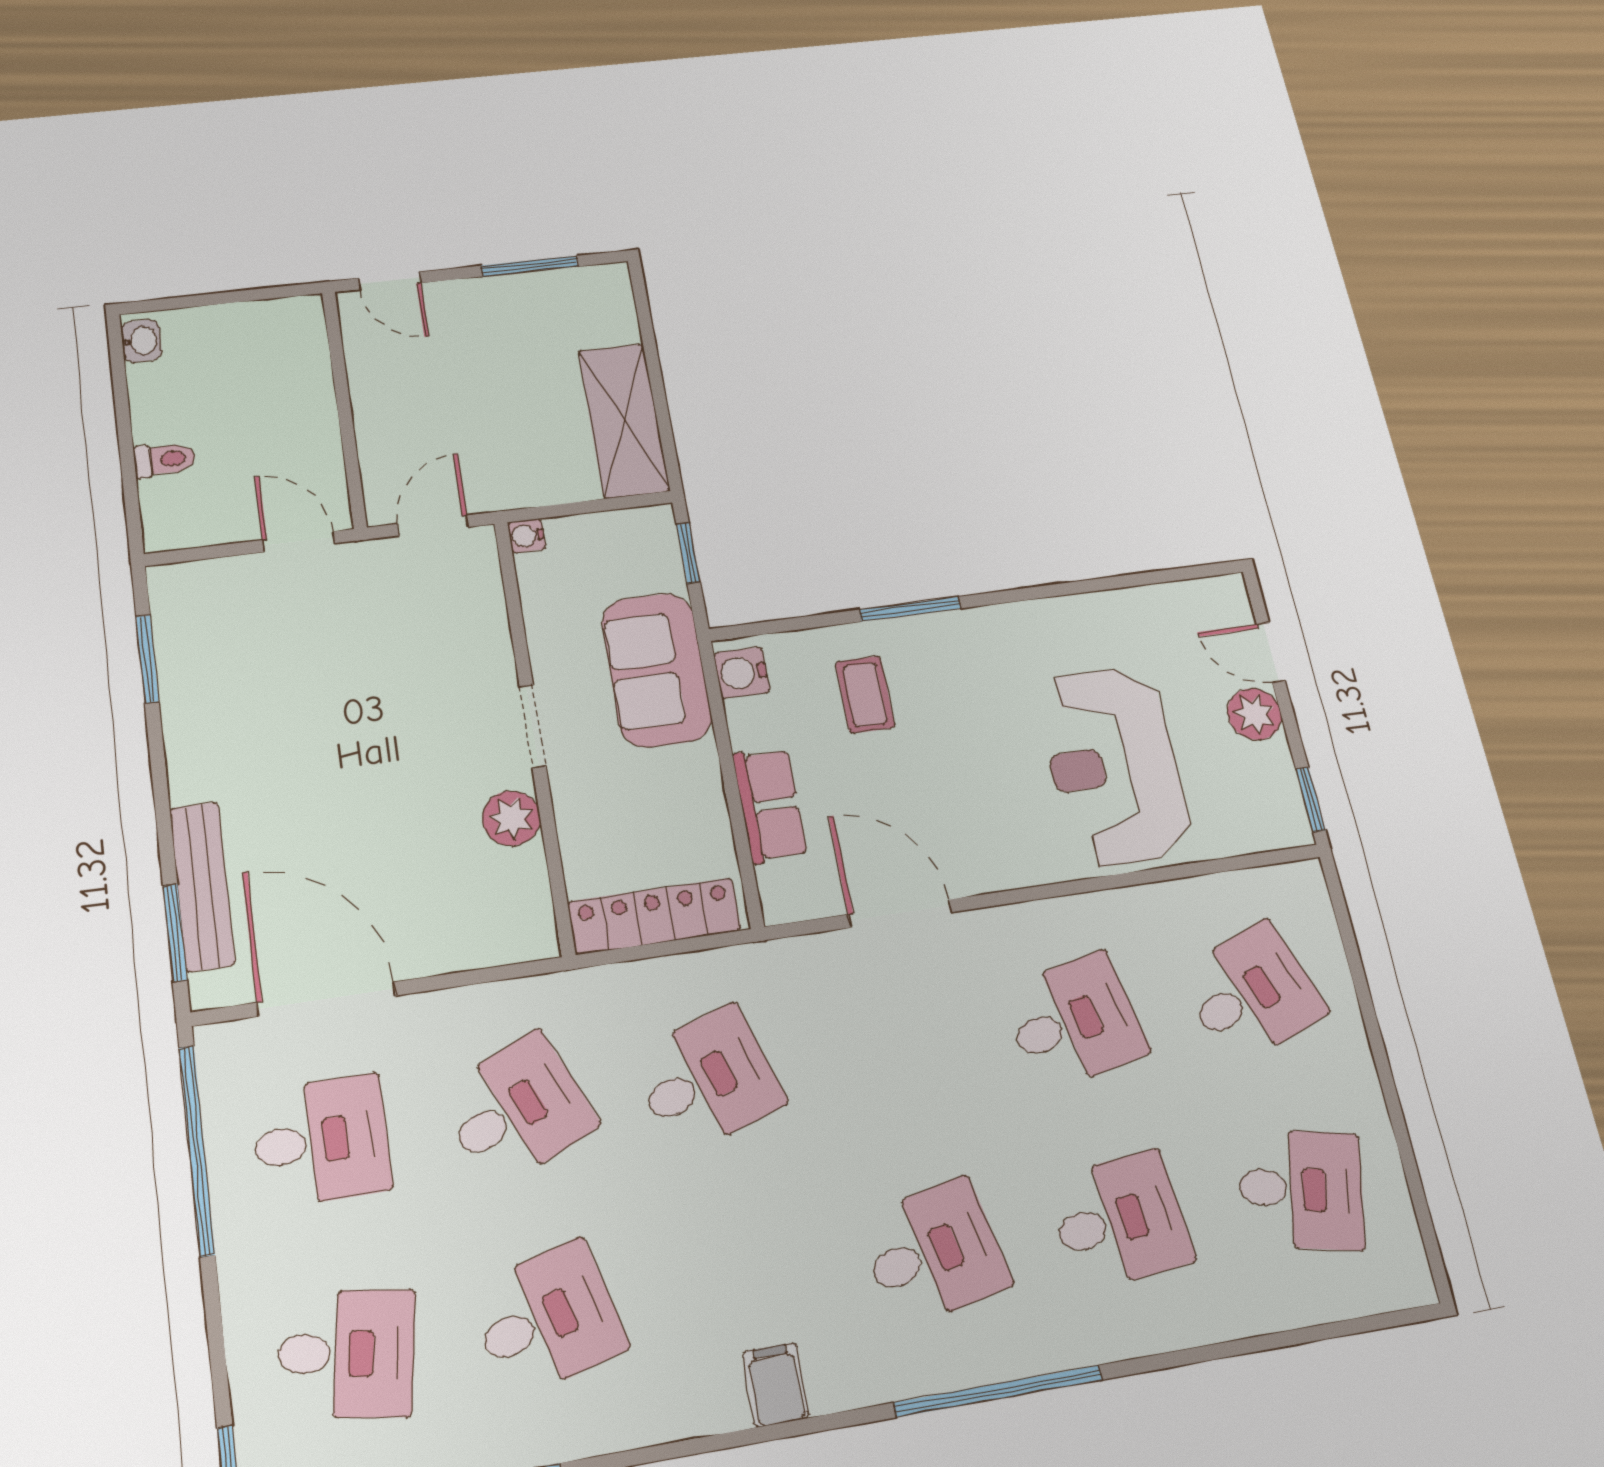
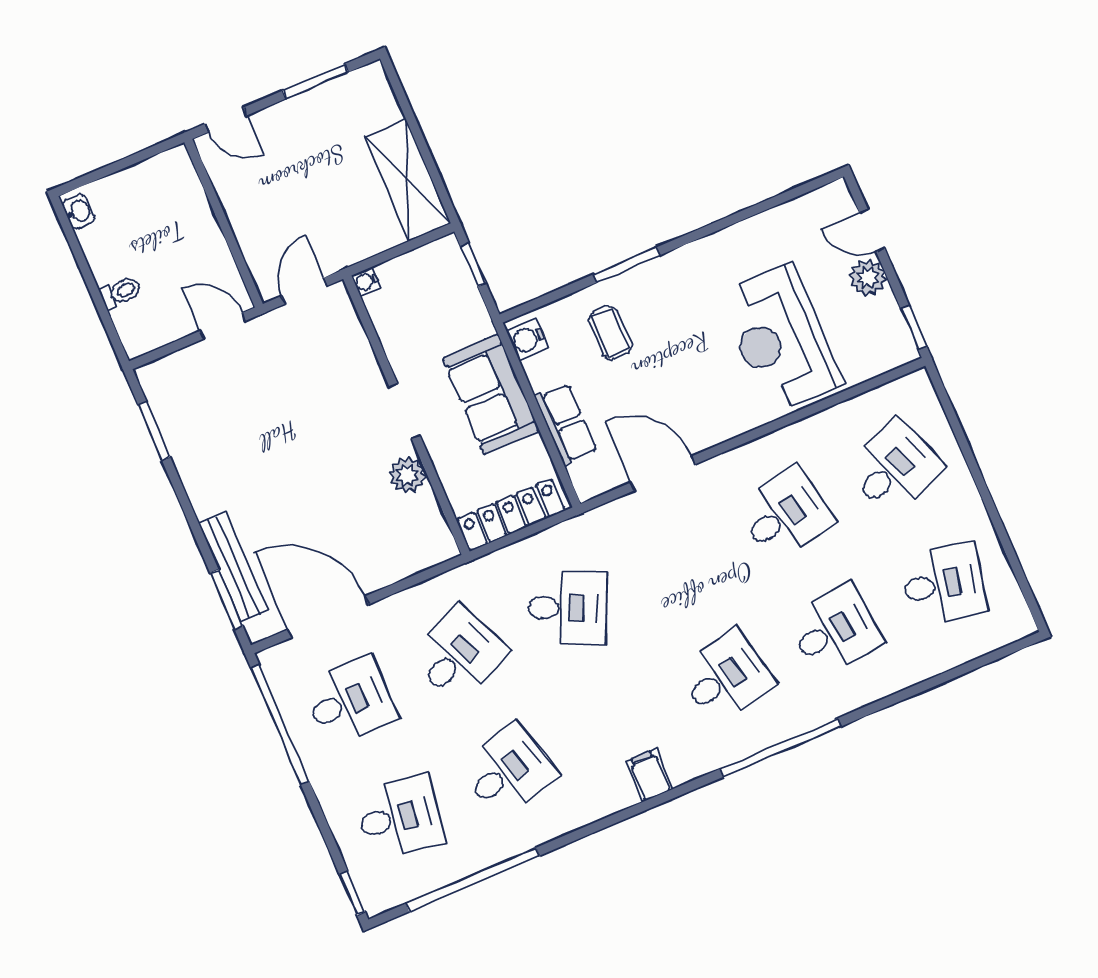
sofa: (657, 670) -> (491, 394), moved
desk: (707, 1080) -> (568, 608), turned 42

